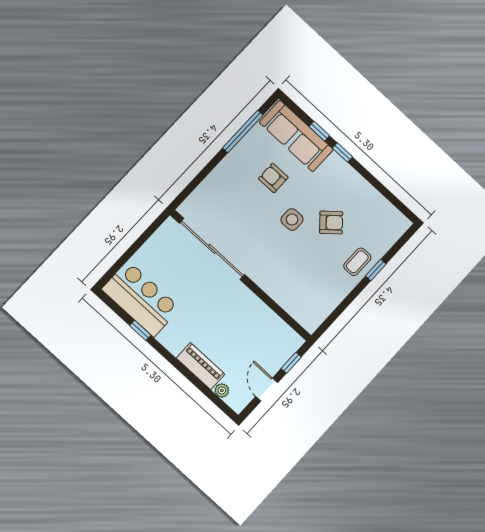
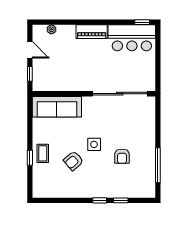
sofa: (296, 136) -> (57, 107), moved, turned 180
armchair: (273, 178) -> (122, 156), turned 90
window: (140, 330) -> (142, 22), moved
piano: (201, 366) -> (92, 32), moved

